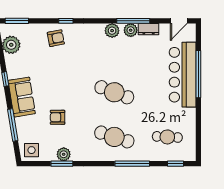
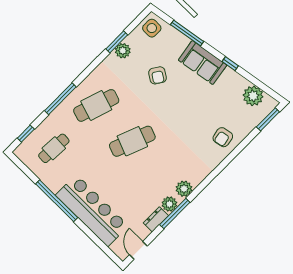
window: (66, 21) -> (229, 159), removed
window: (198, 74) -> (57, 201), moved
armchair: (58, 117) -> (157, 75), turned 123

